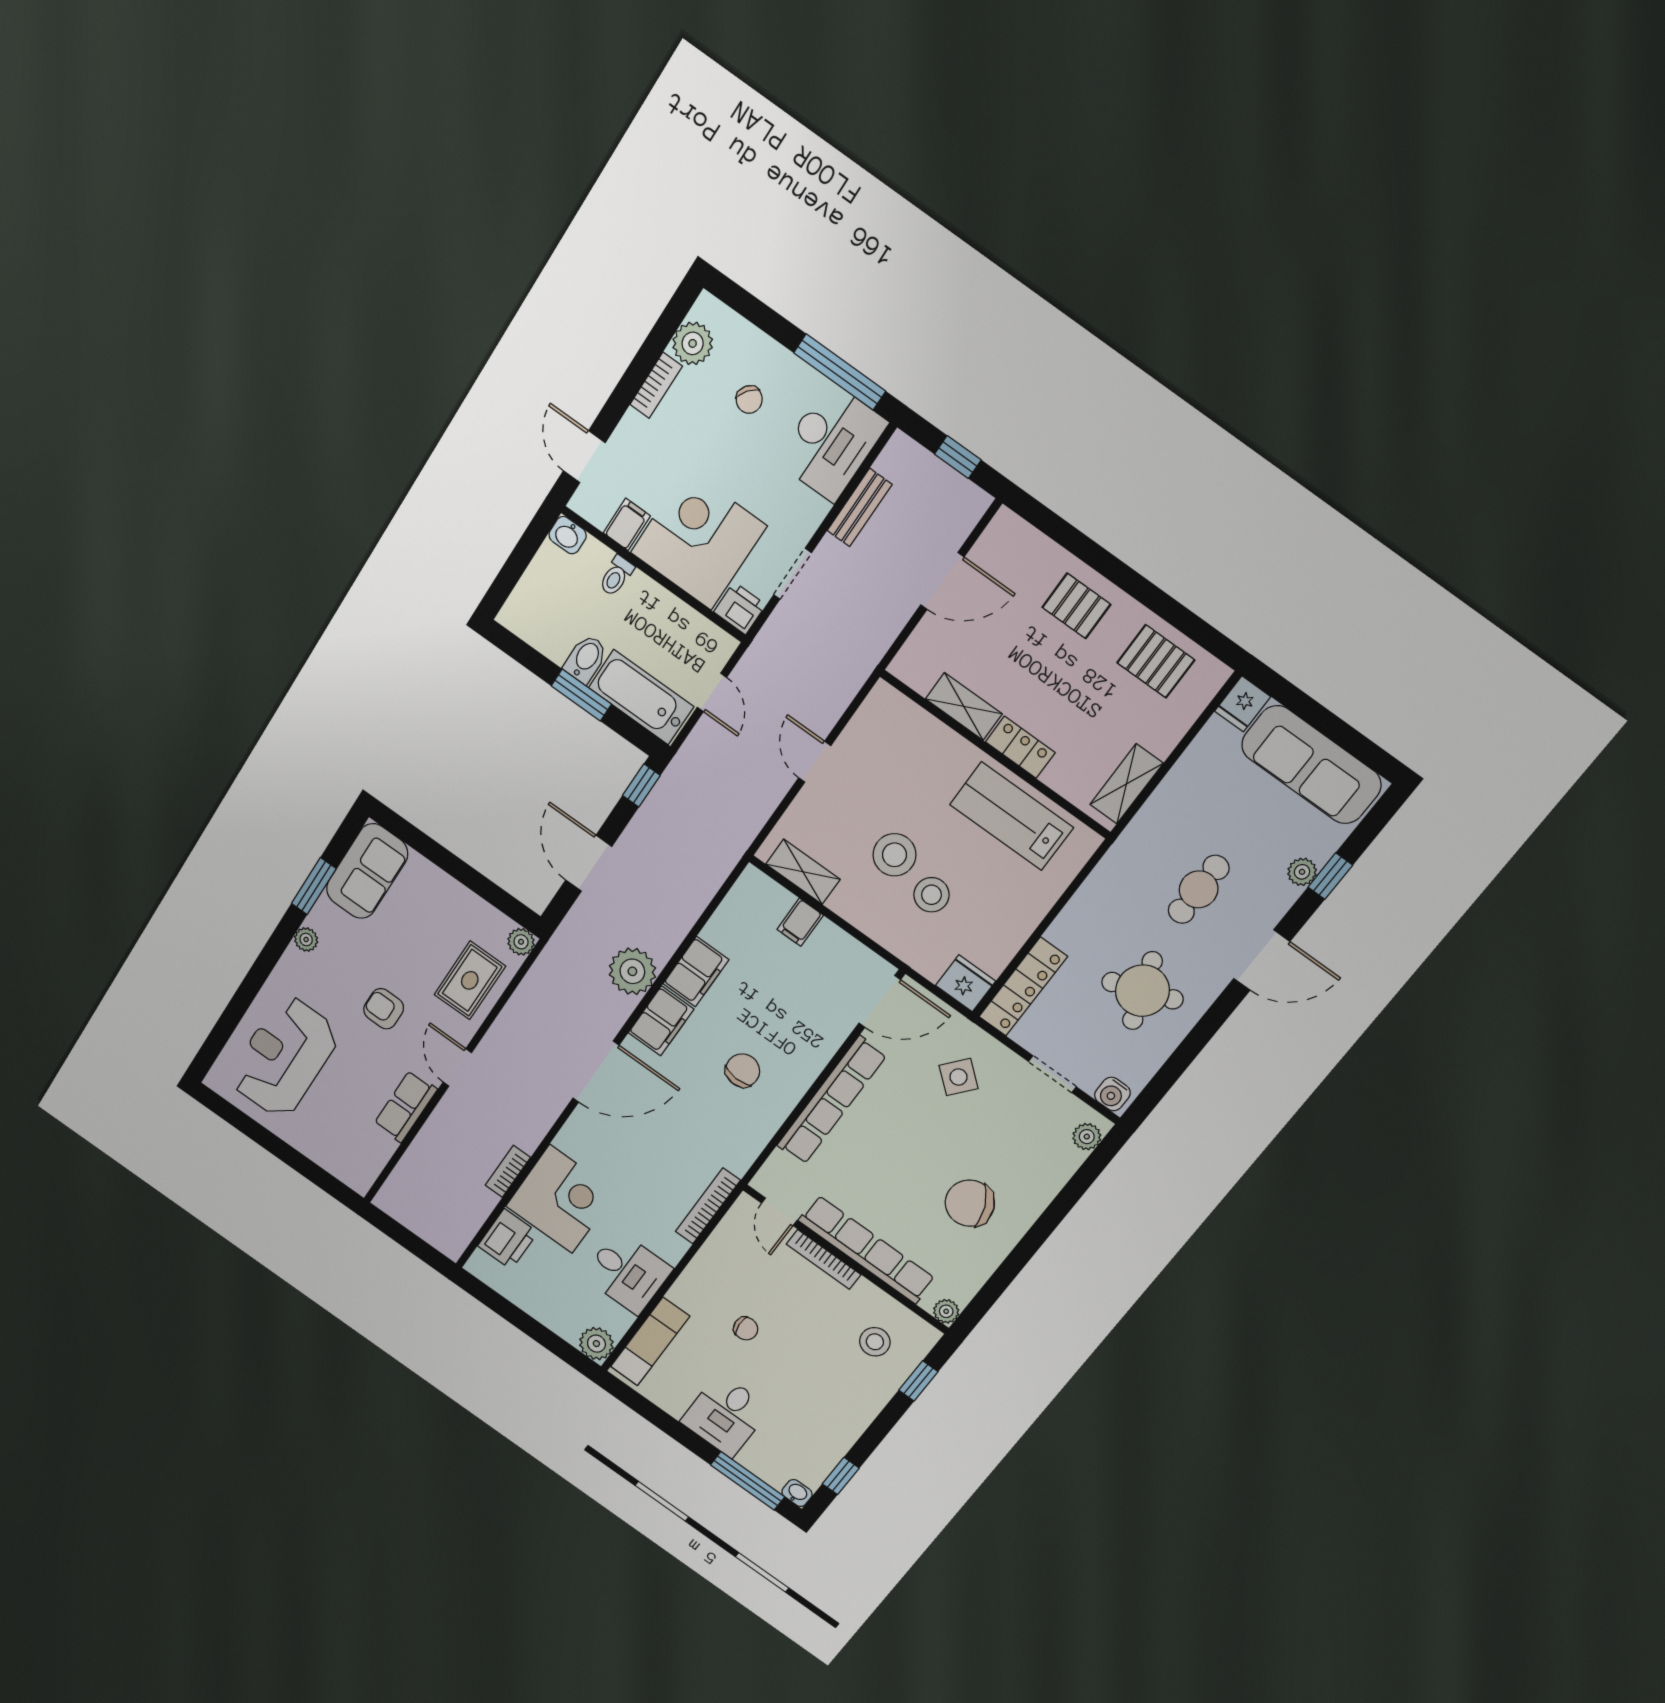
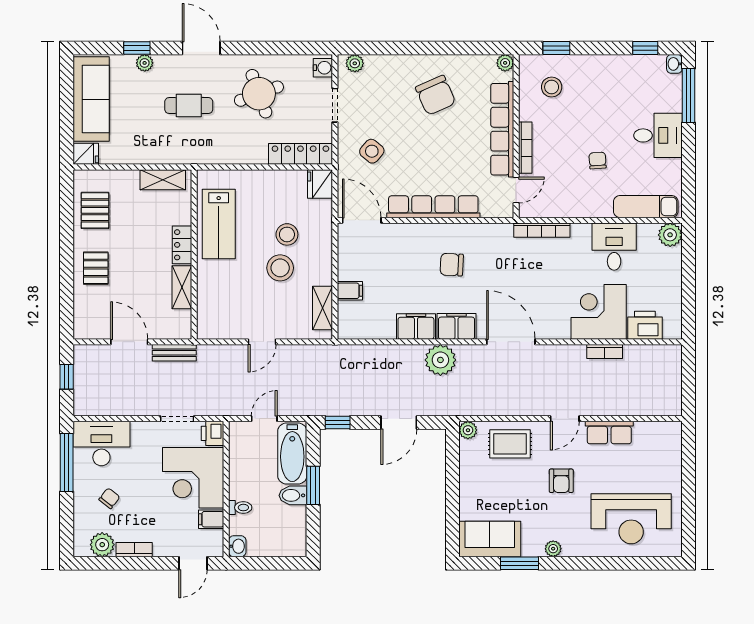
bench: (860, 508) -> (174, 353), moved

